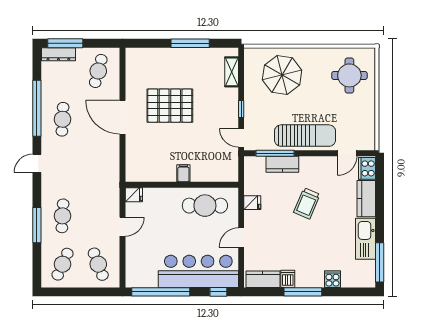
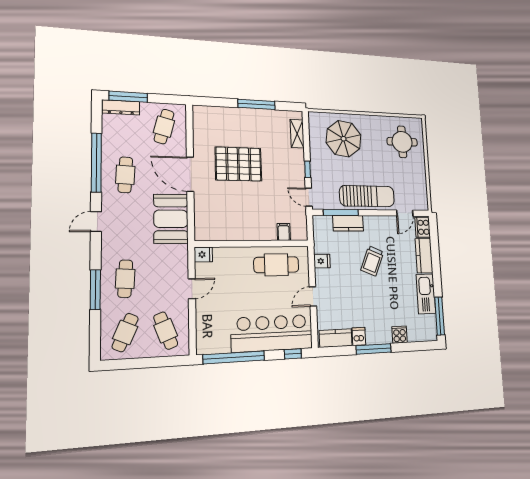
booth: (104, 161) -> (171, 219), added
filing cabinet: (183, 173) -> (284, 232), moved

